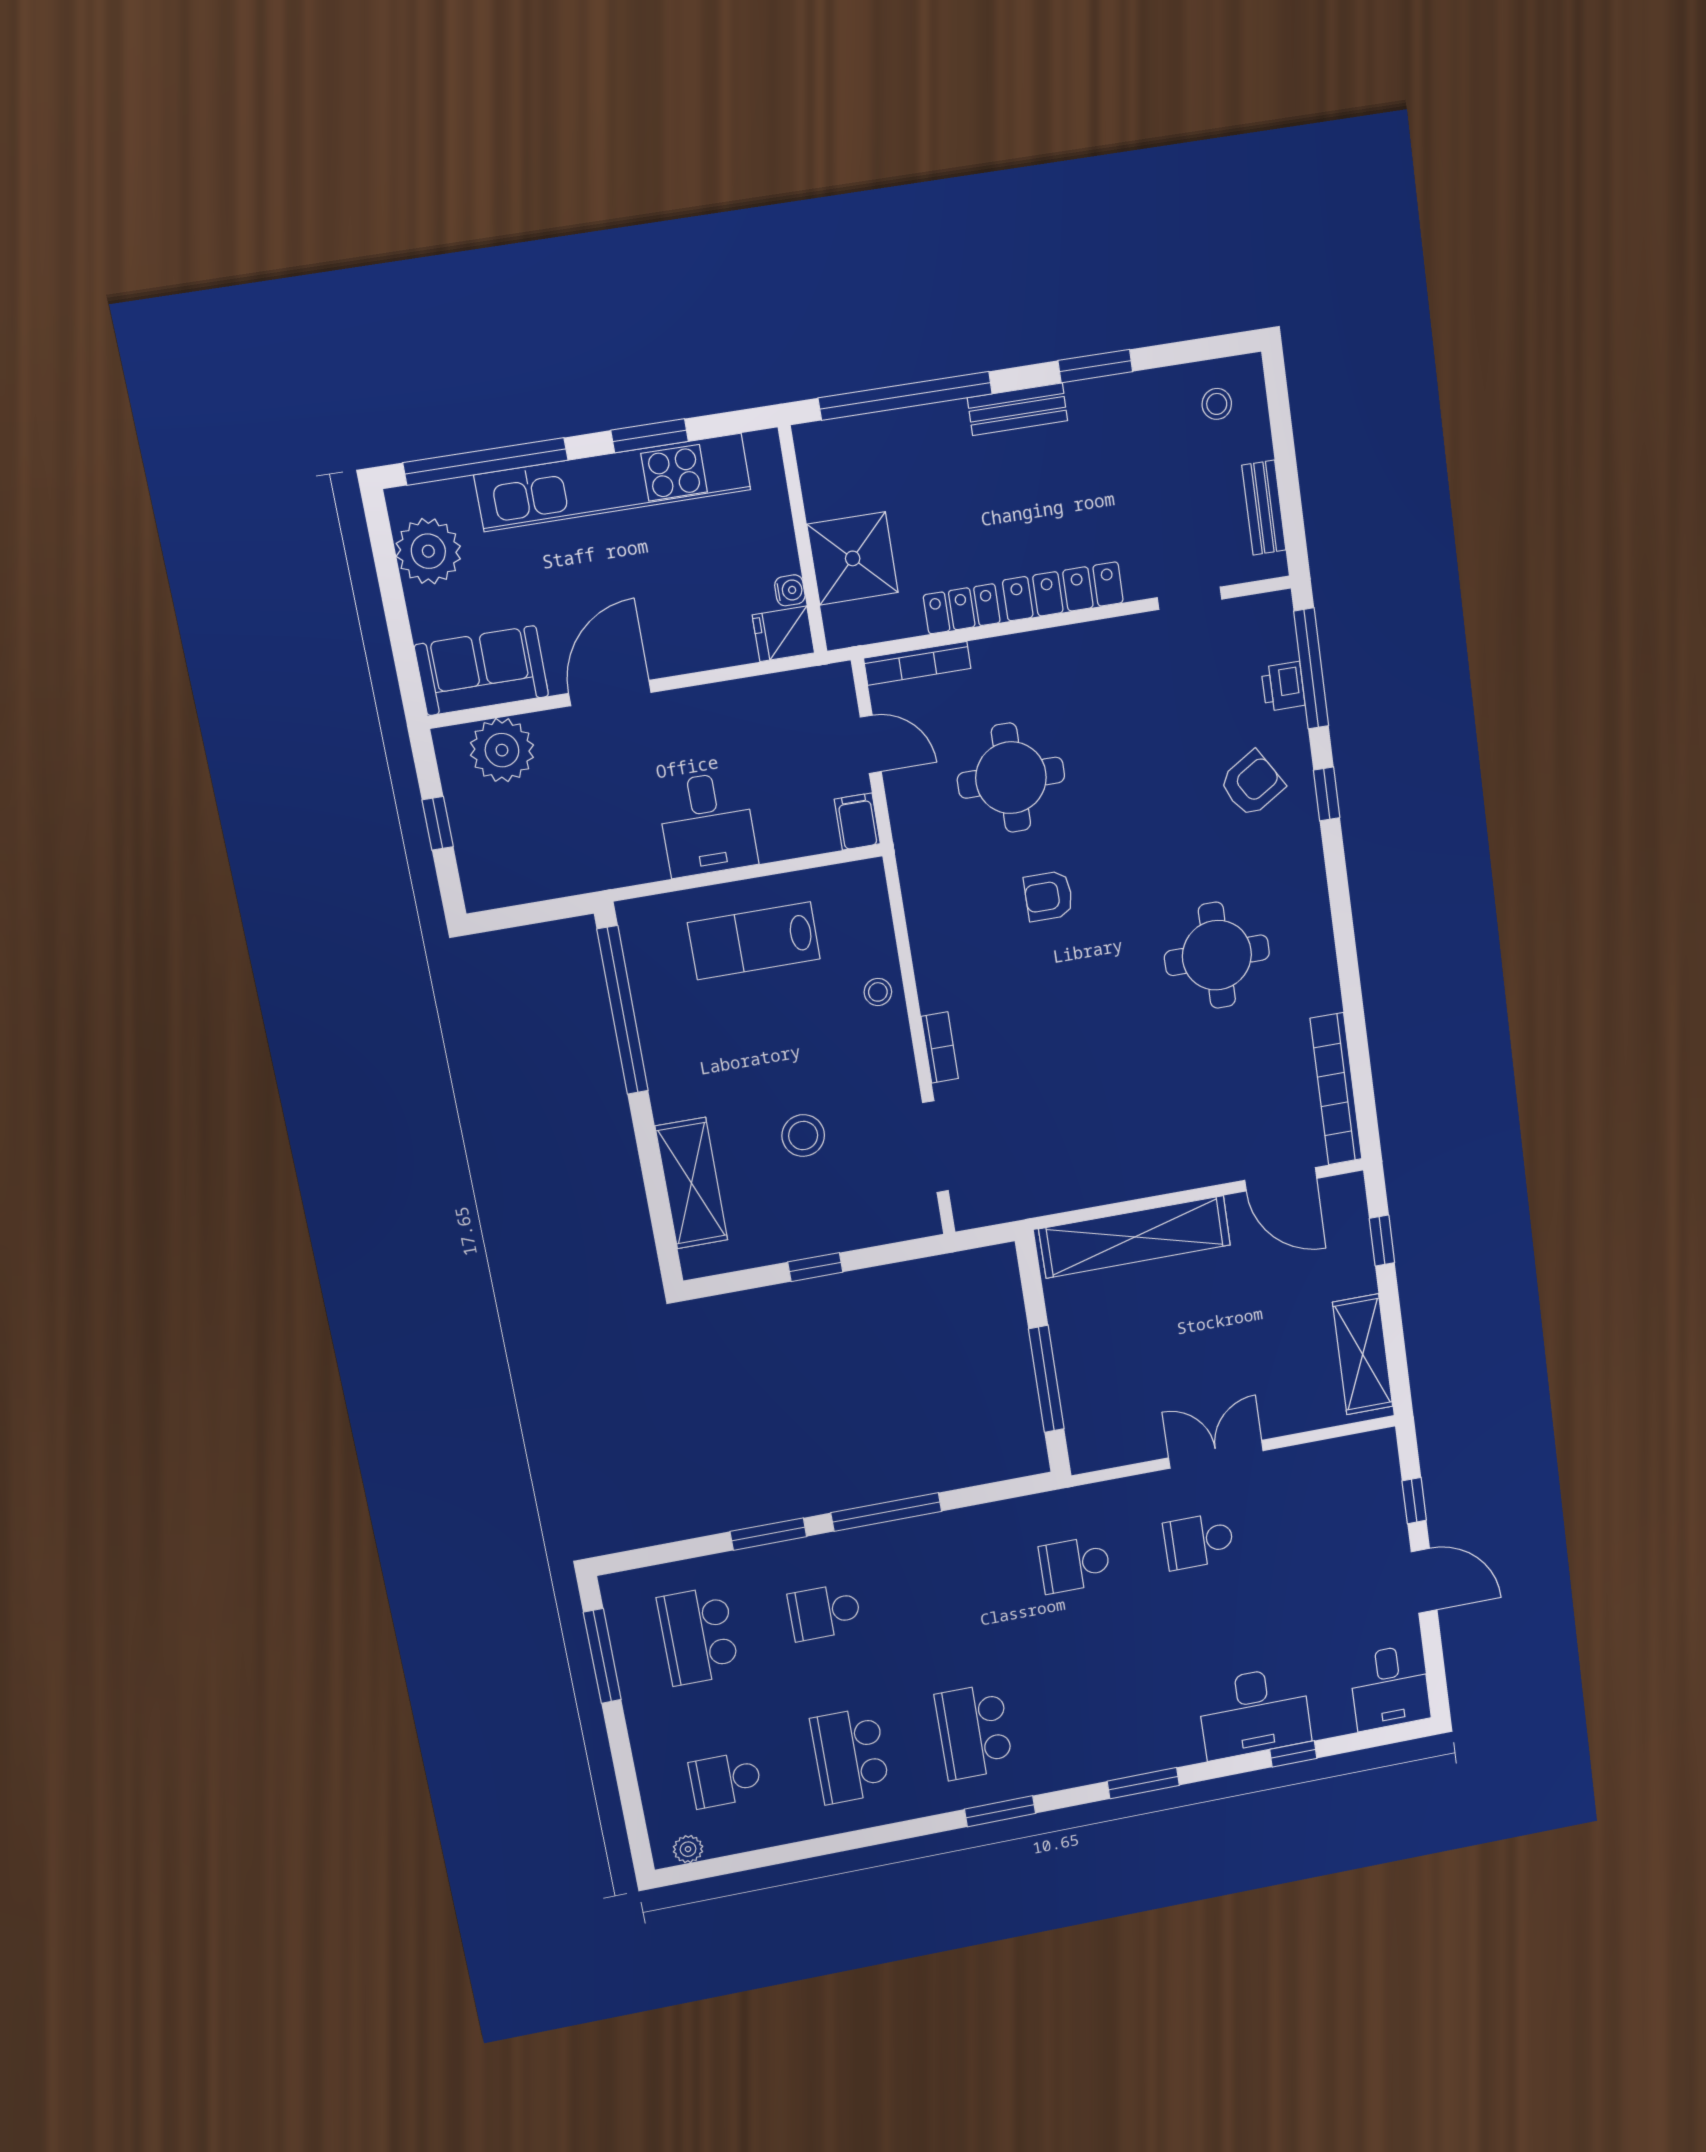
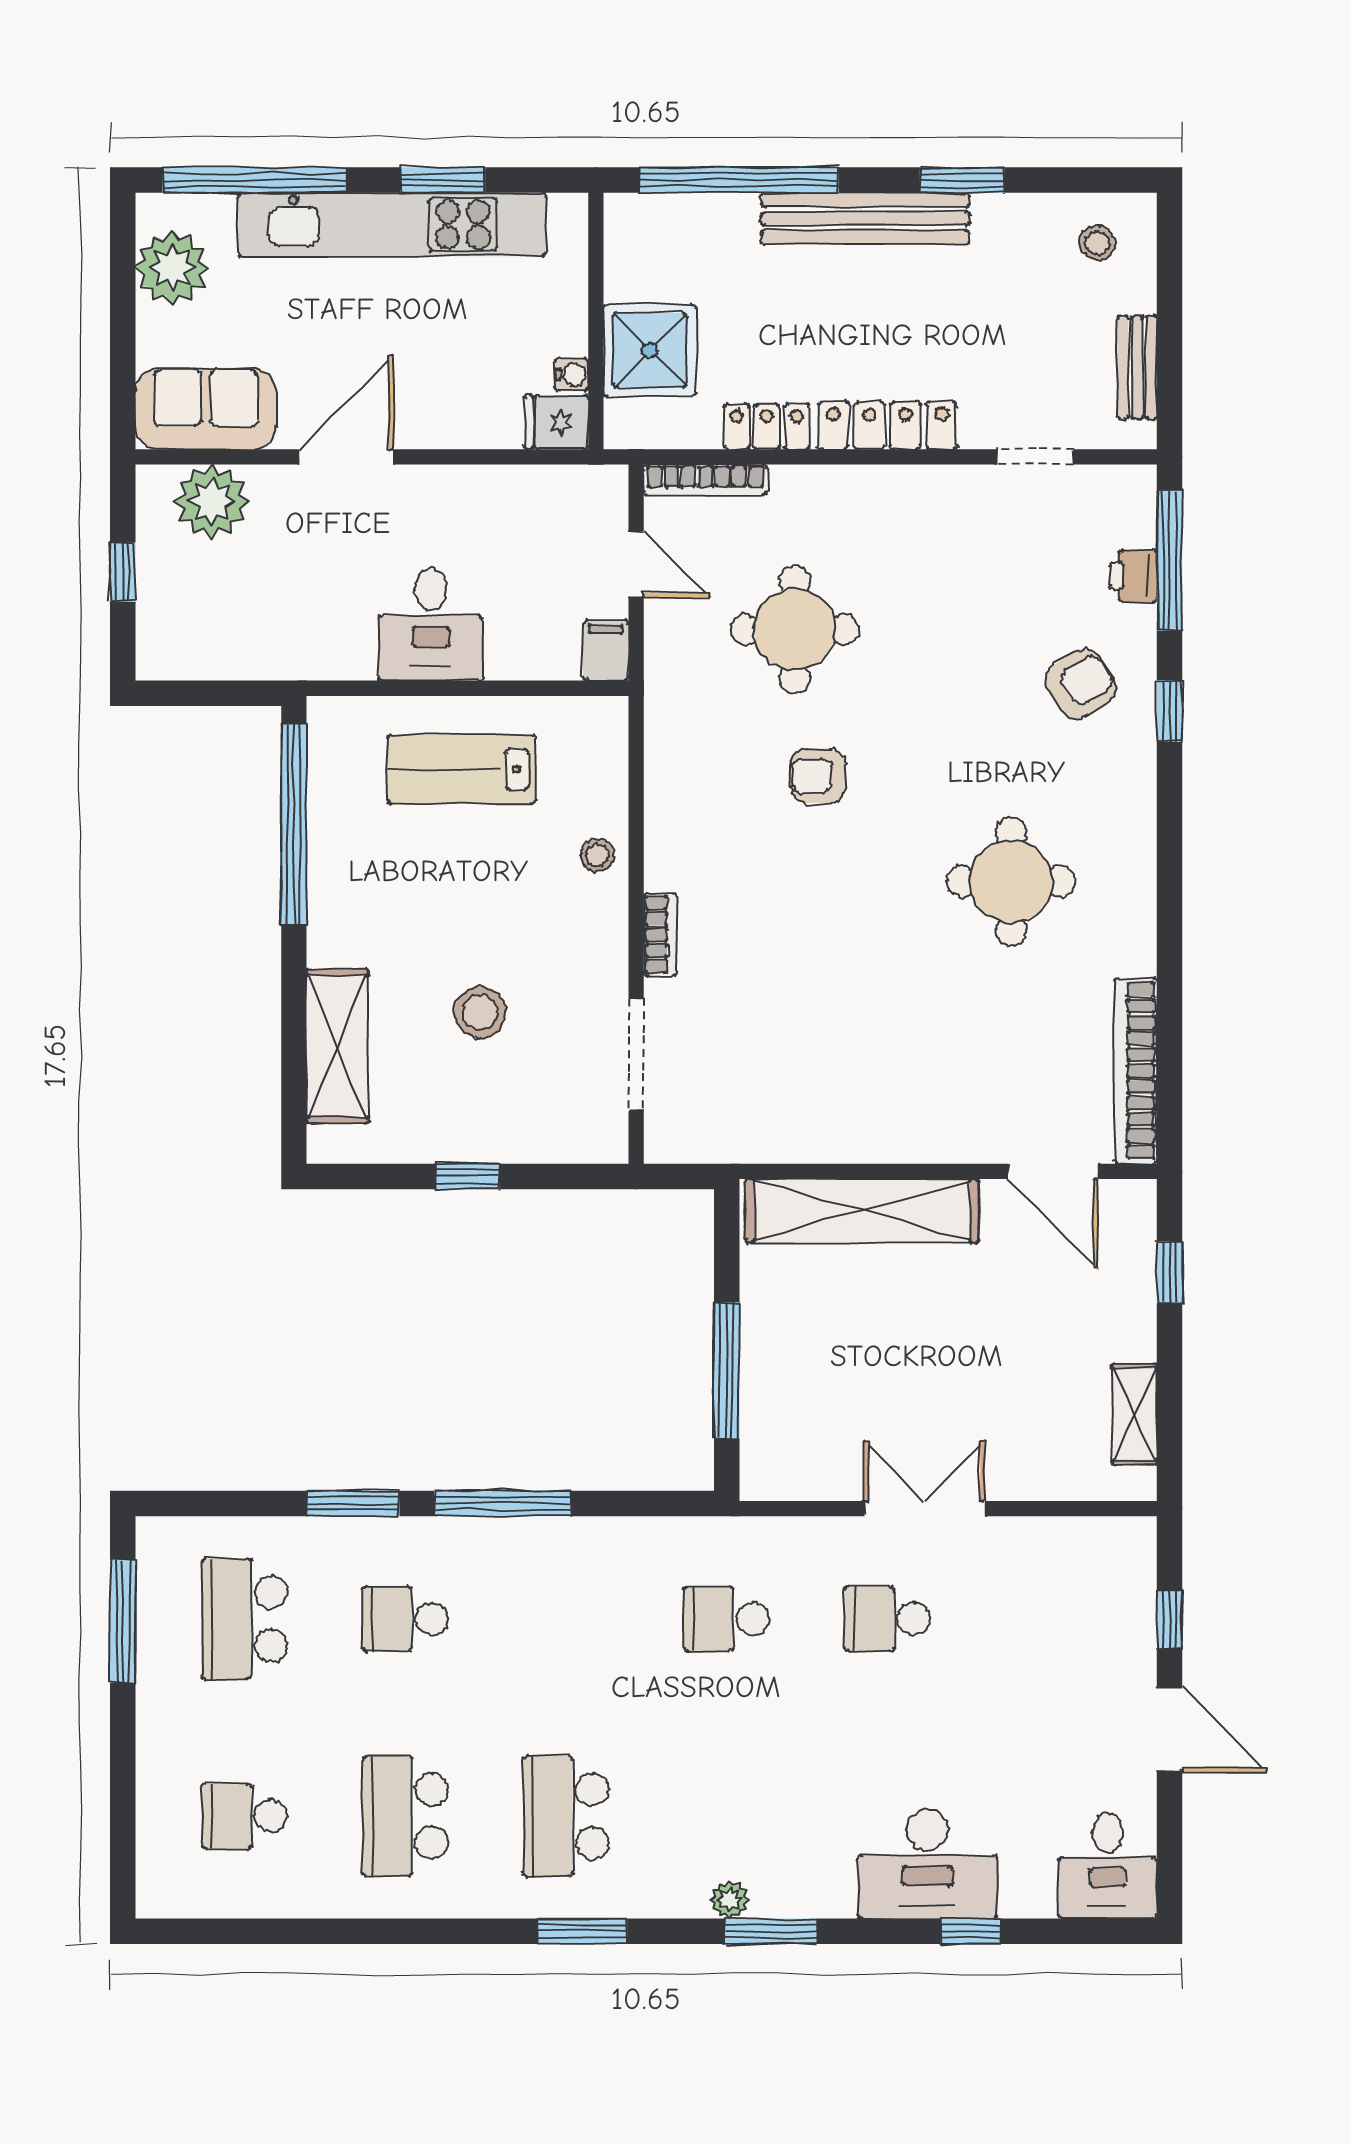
bench: (1017, 409) -> (865, 219), width x1.86, depth x1.21
shelving: (1363, 1354) -> (1135, 1414), width x0.67, depth x0.75
plant: (688, 1849) -> (730, 1900), moved

